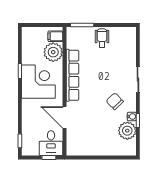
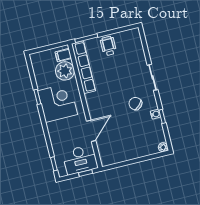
row of seats: (72, 75) -> (84, 67), moved
door: (64, 117) -> (91, 131), swing flipped
plant: (127, 131) -> (163, 147), moved, width x0.53, depth x0.53
desk: (51, 143) -> (80, 160), width x1.37

